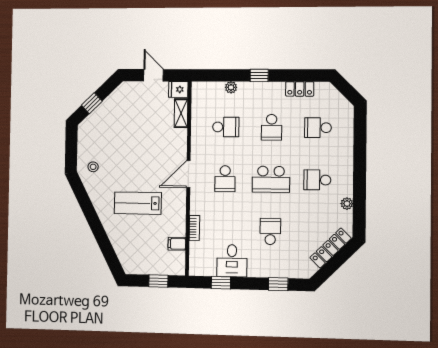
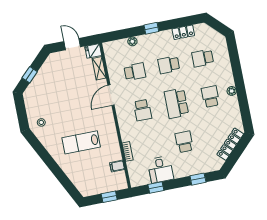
school desk: (272, 127) -> (169, 65), turned 90
door: (188, 174) -> (111, 95), moved
school desk: (271, 179) -> (176, 103), turned 90
school desk: (317, 180) -> (210, 97), turned 90
plant: (347, 204) -> (232, 91), moved

